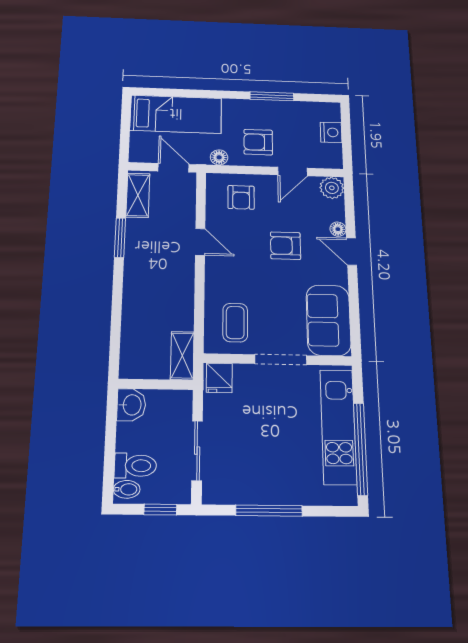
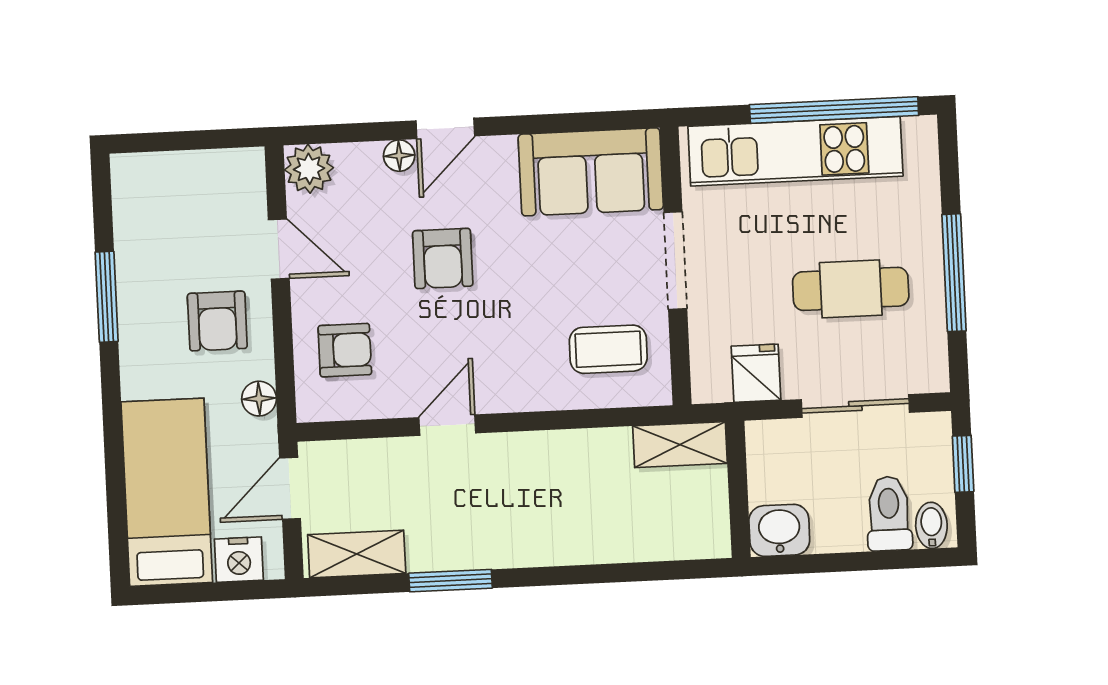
nightstand: (331, 132) -> (239, 560), moved, turned 180
fridge: (219, 378) -> (756, 373), moved, turned -90
cafe table: (262, 452) -> (851, 289), added

